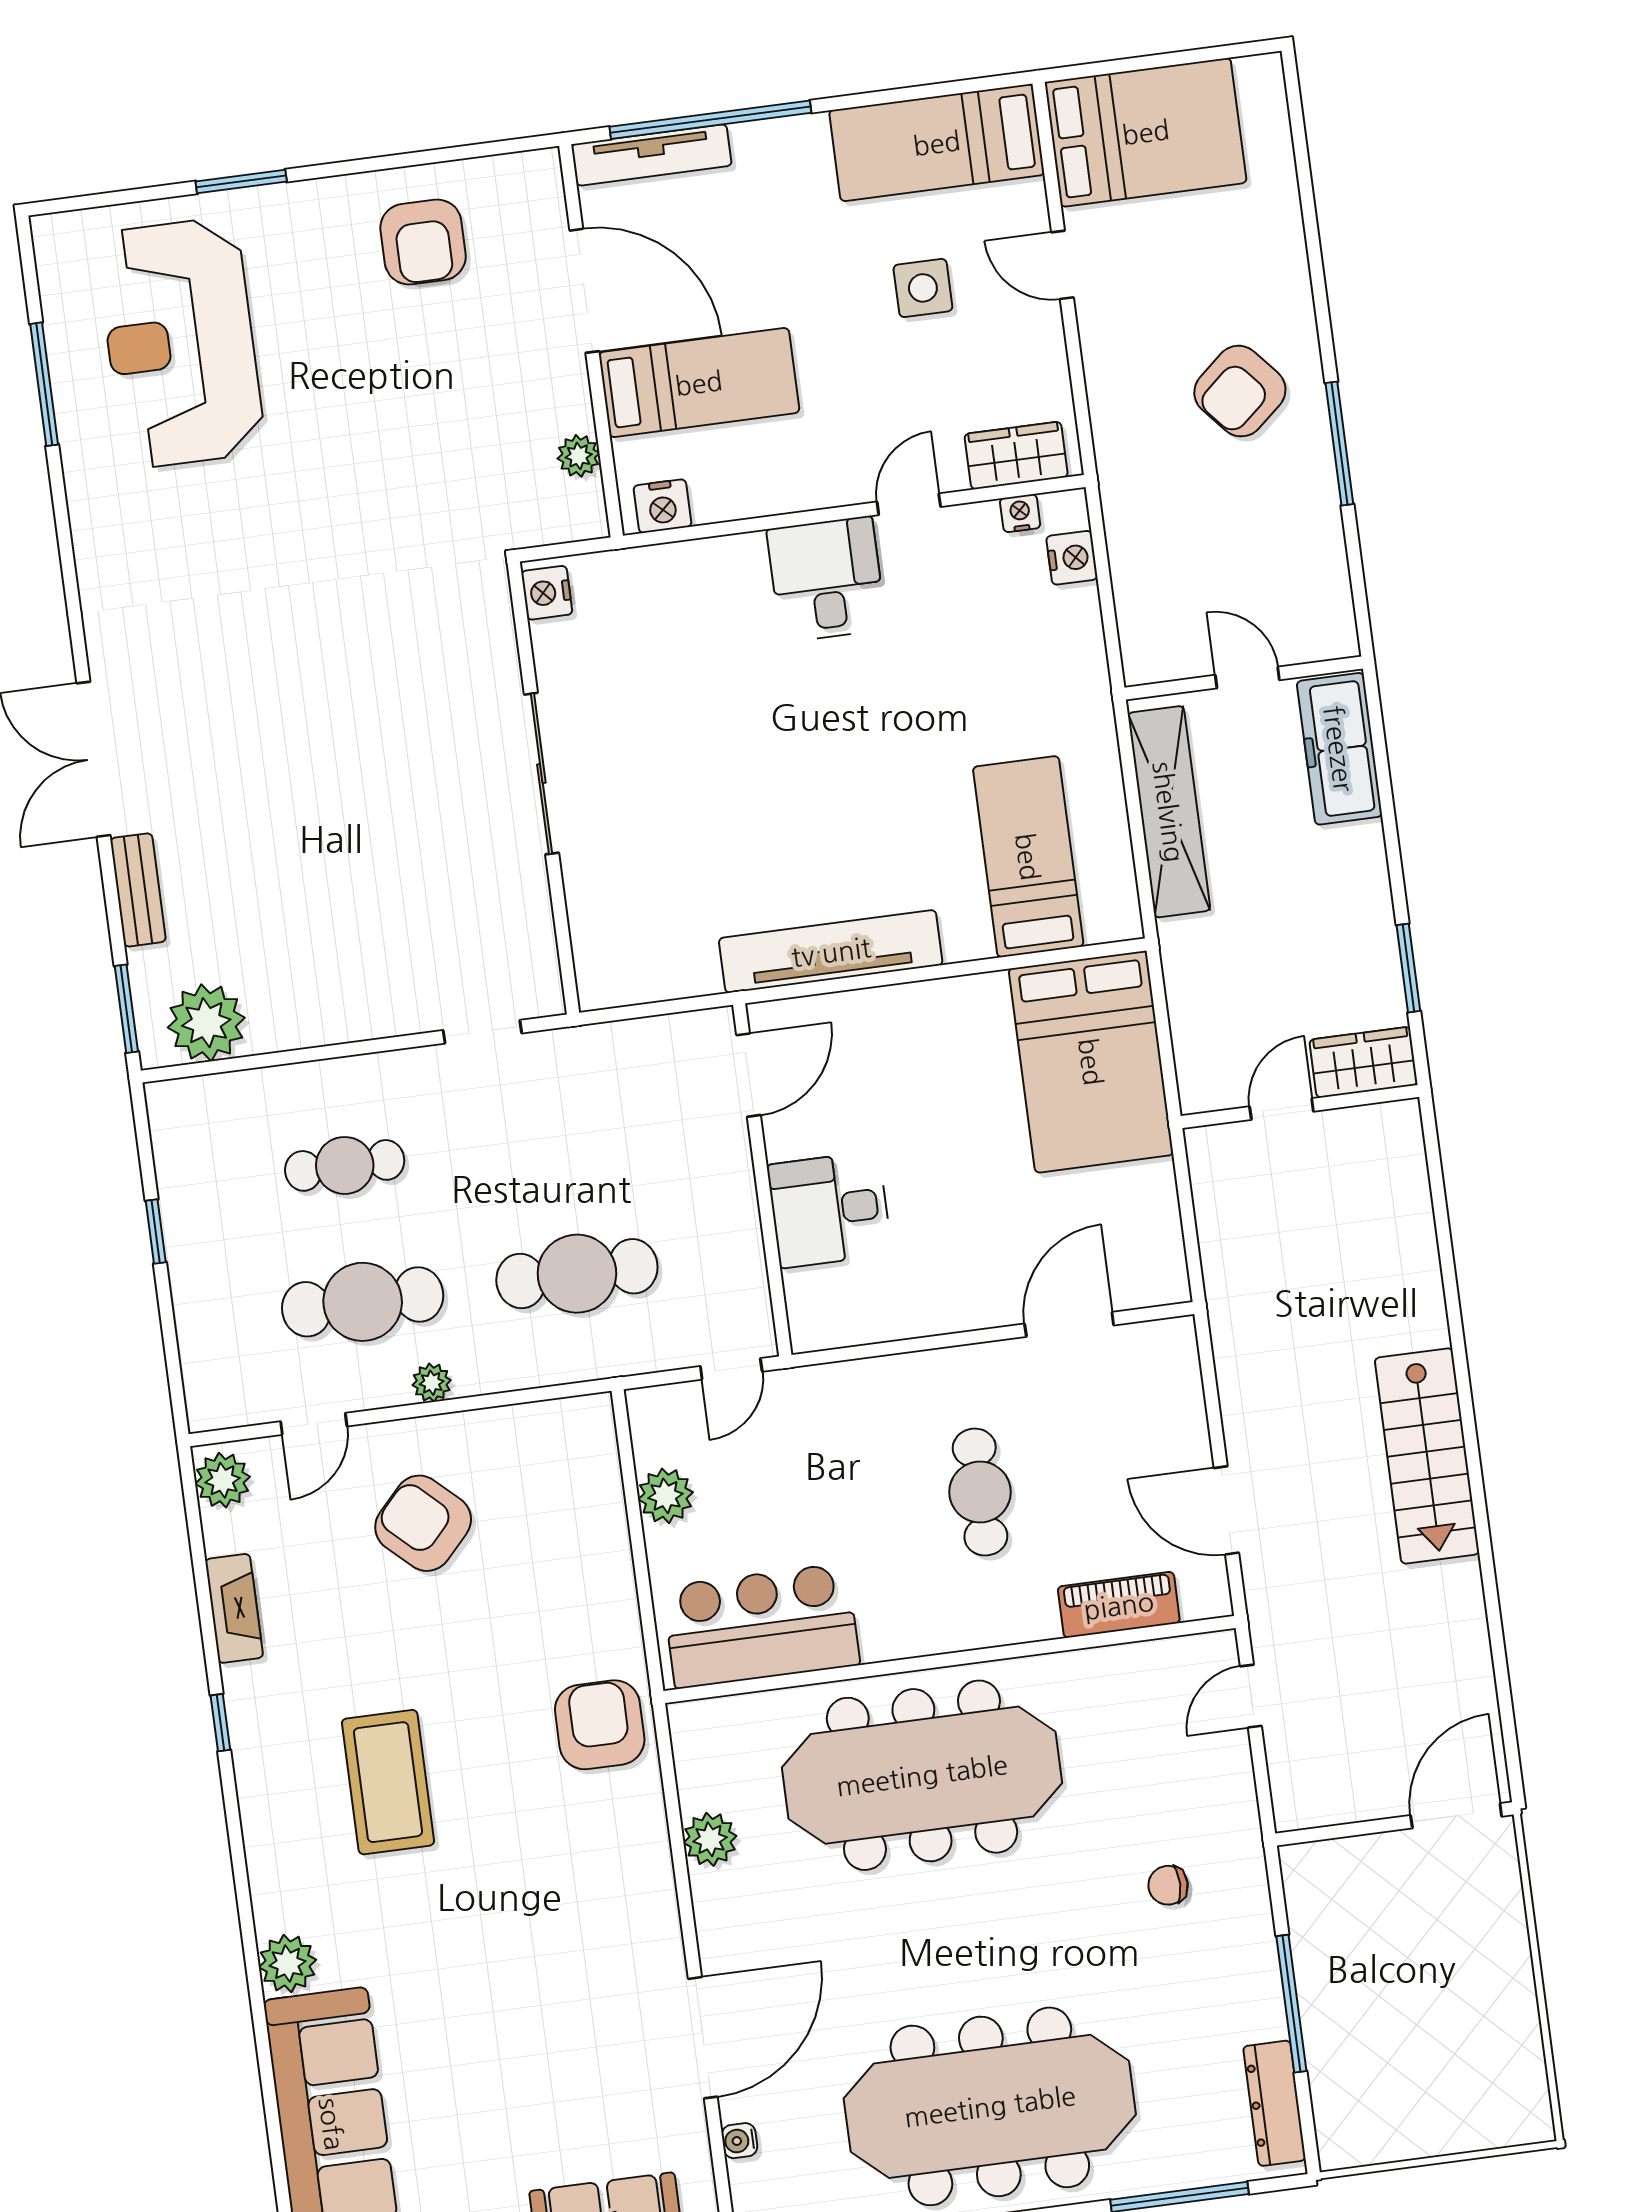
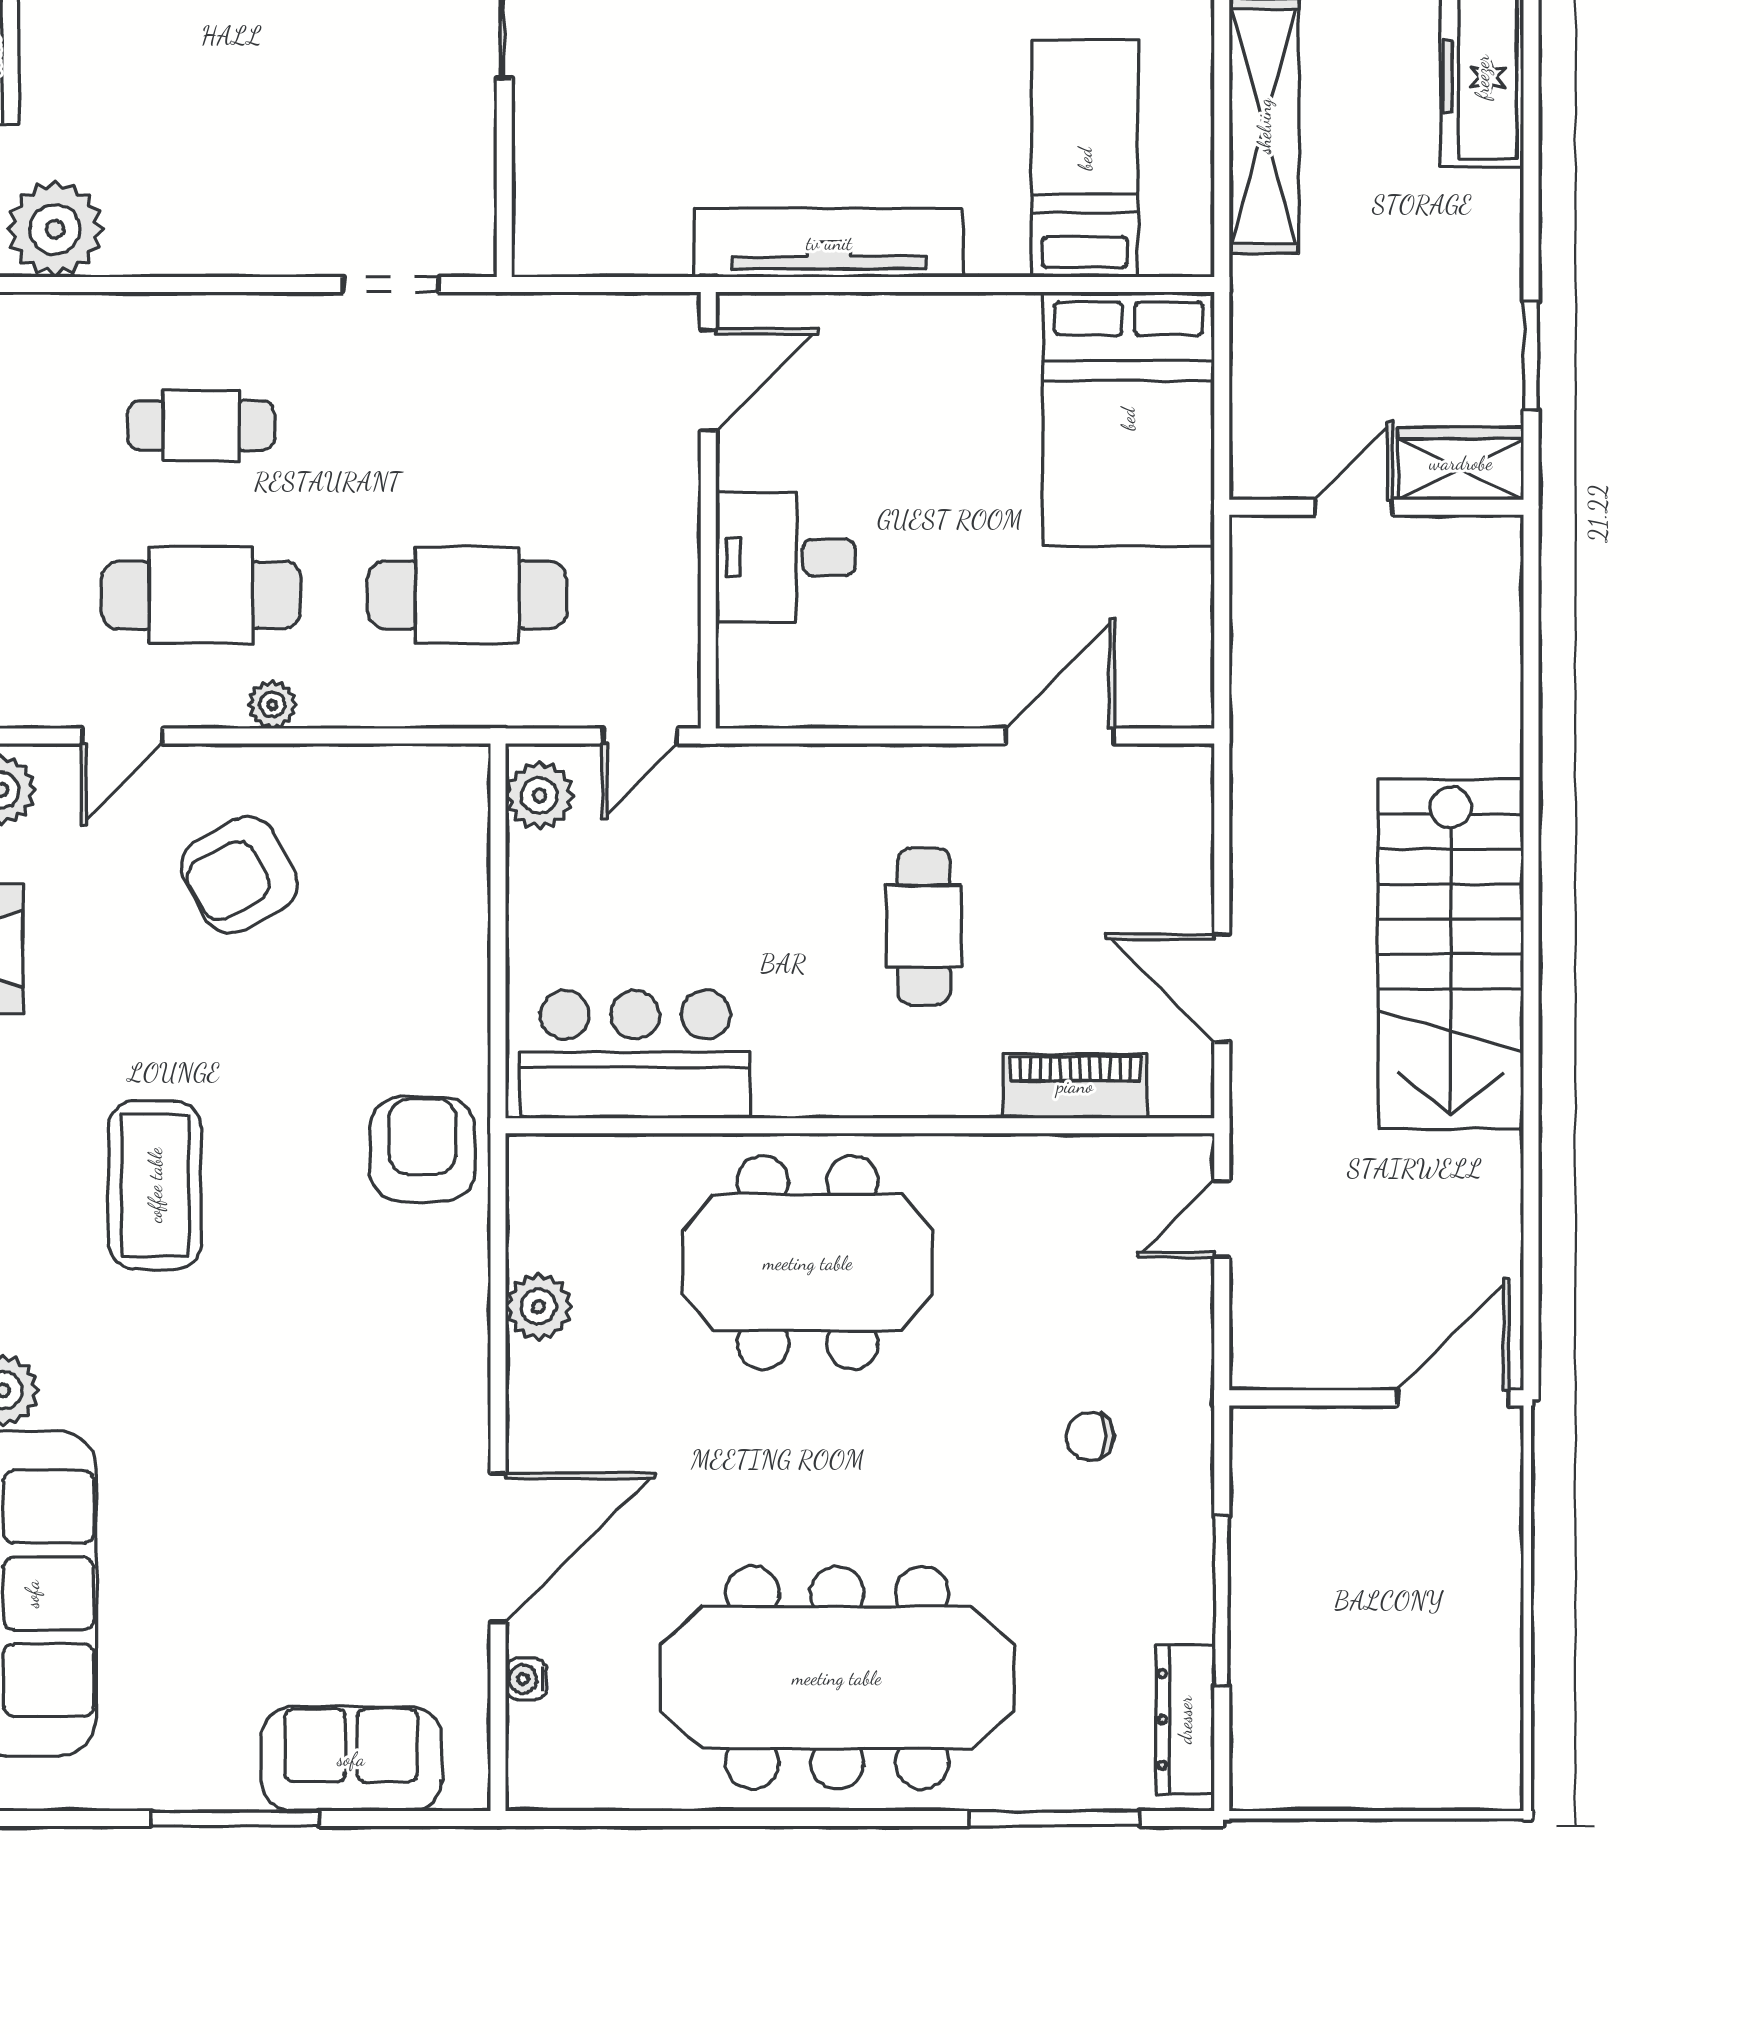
stairs: (1427, 1456) -> (1451, 954), width x1.36, depth x1.51
plant: (666, 1496) -> (540, 796), moved
armchair: (423, 1523) -> (239, 875), turned -71
meeting table: (922, 1775) -> (808, 1263), width x0.73

